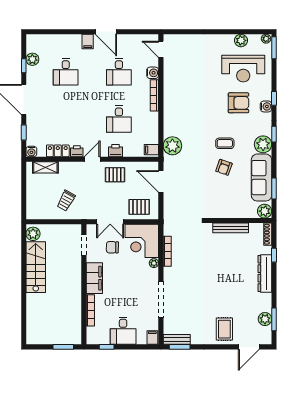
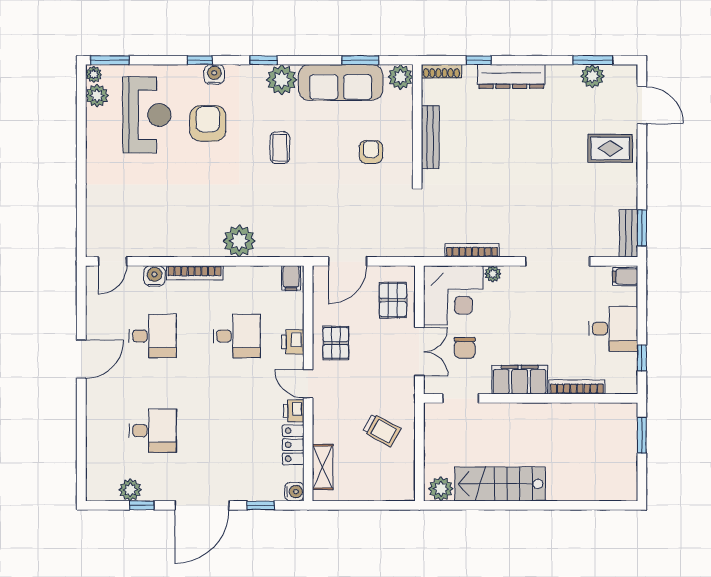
plant: (241, 40) -> (97, 96), moved
filing cabinet: (88, 41) -> (99, 391), removed
plant: (172, 146) -> (239, 241), moved
armchair: (224, 167) -> (371, 152), moved, turned -109

